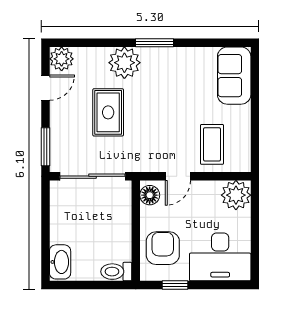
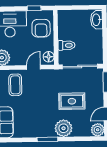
rug: (108, 112) -> (72, 101), turned 90
toilet: (116, 272) -> (66, 45), moved

